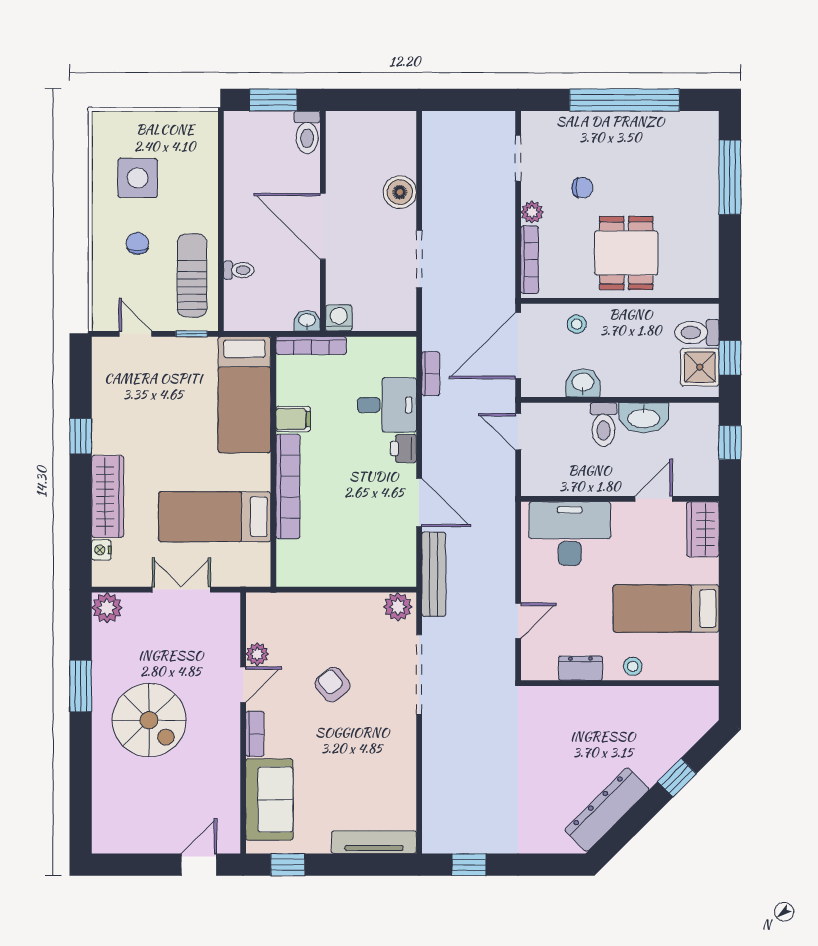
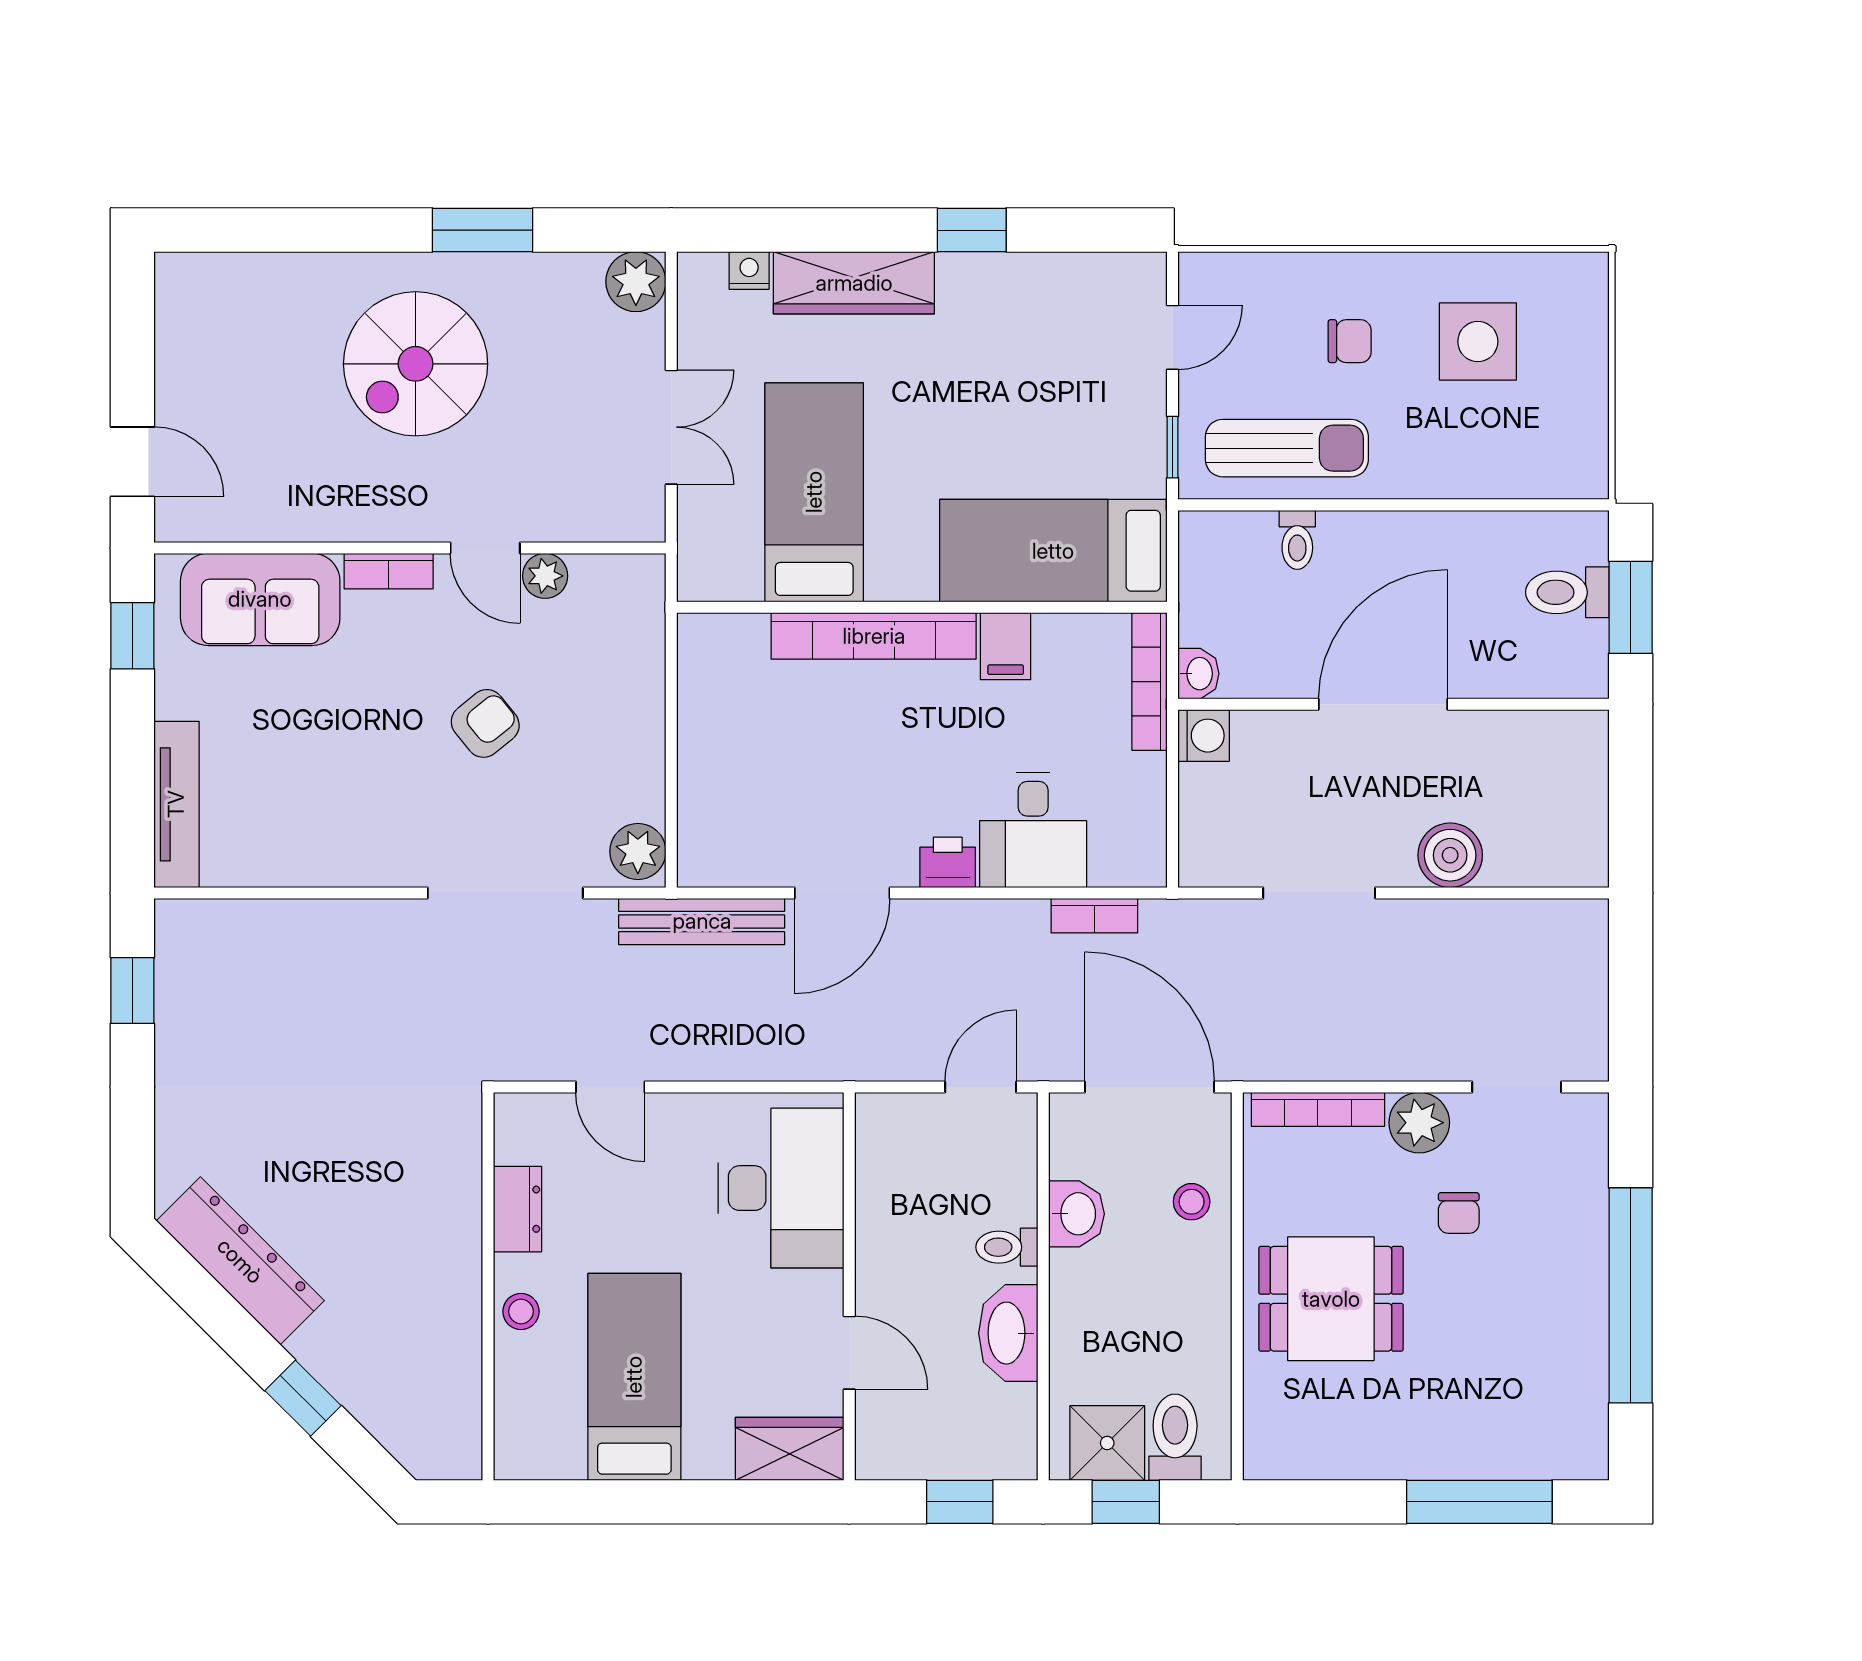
toilet: (307, 132) -> (1567, 592), moved
plant: (532, 212) -> (1419, 1123), width x1.38, depth x1.38
toilet: (604, 424) -> (1007, 1247), width x0.73, depth x0.72

